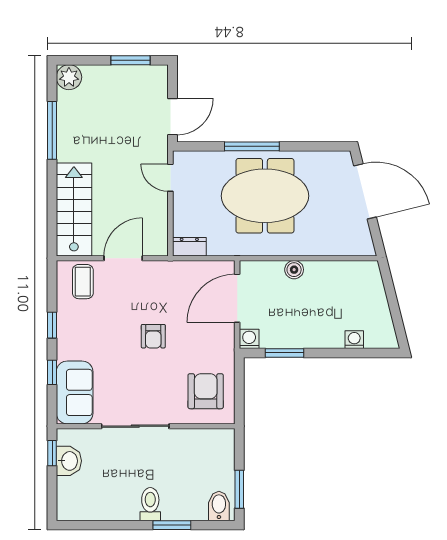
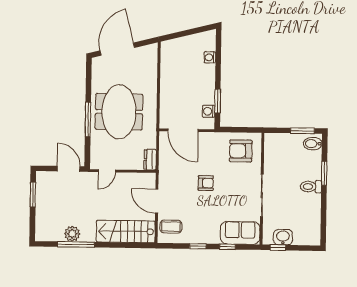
plant: (69, 77) -> (72, 234), moved
boiler: (294, 270) -> (166, 94), removed
washing machine: (249, 339) -> (209, 111), moved

